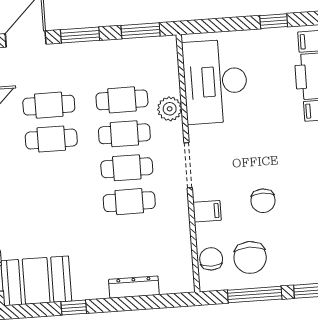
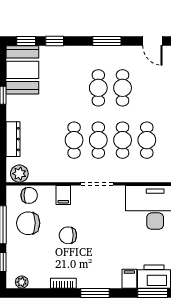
cafe table: (49, 105) -> (98, 88), moved
plant: (170, 109) -> (19, 174), moved

